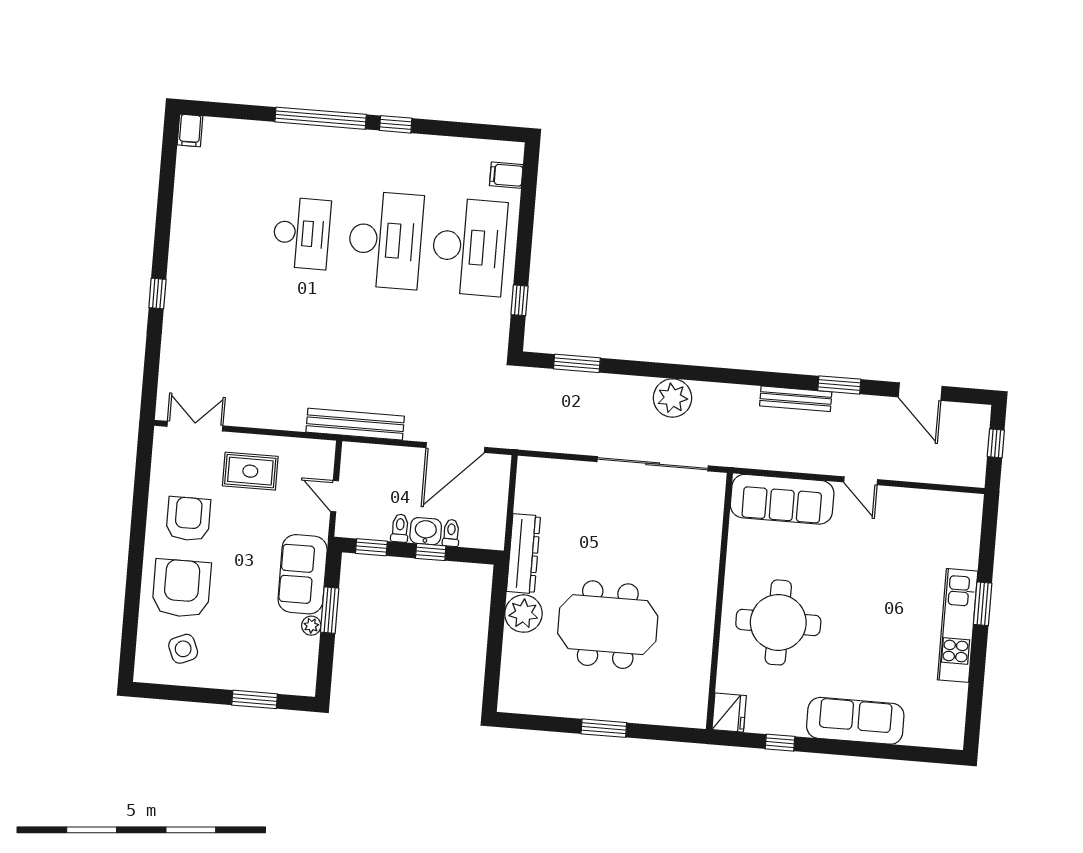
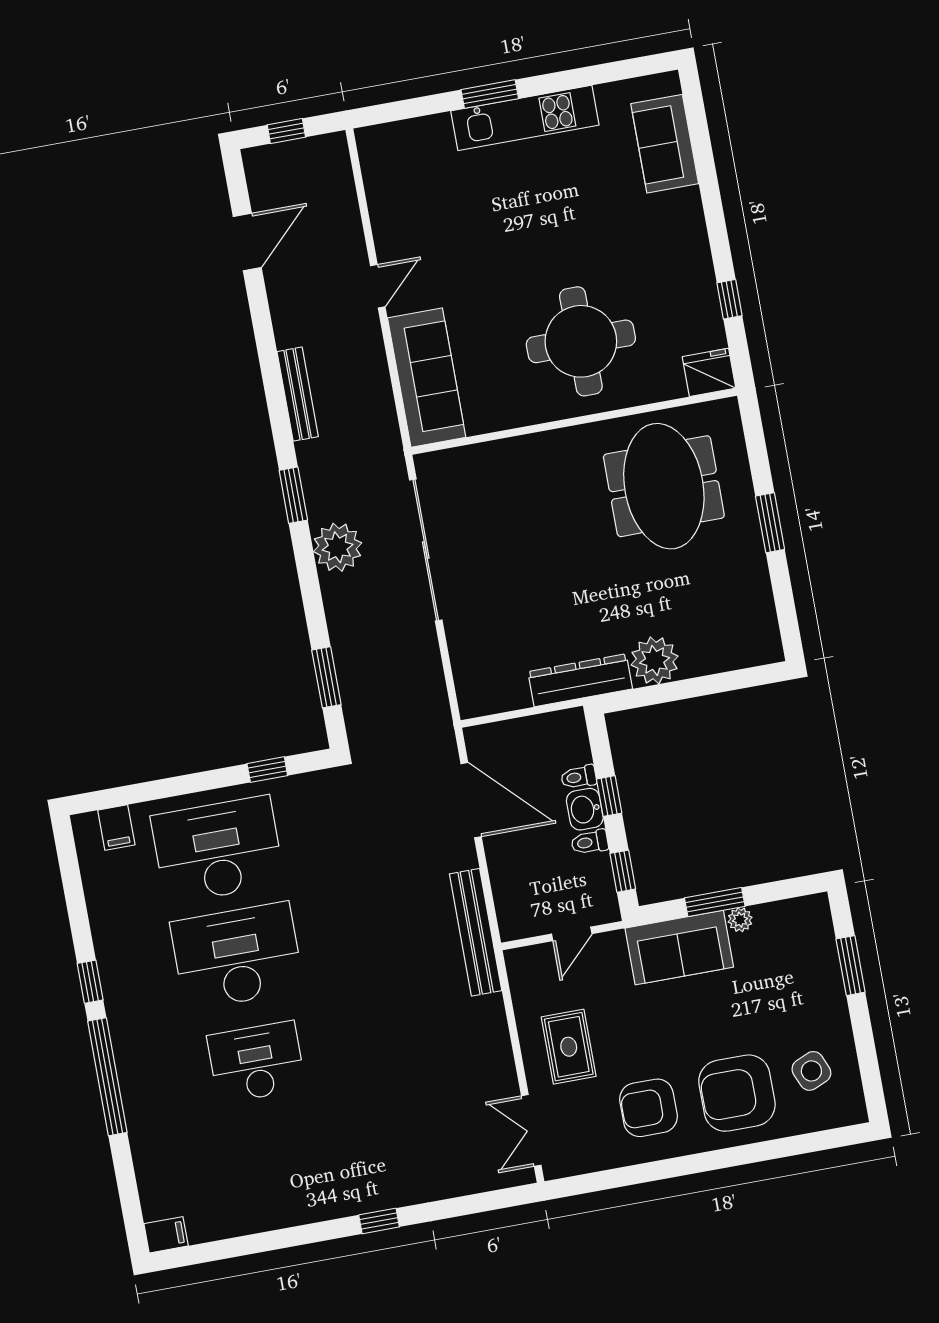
window: (839, 385) -> (293, 495), moved
meeting table: (608, 625) -> (664, 486), moved
sofa: (855, 721) -> (665, 144), moved, width x0.73

